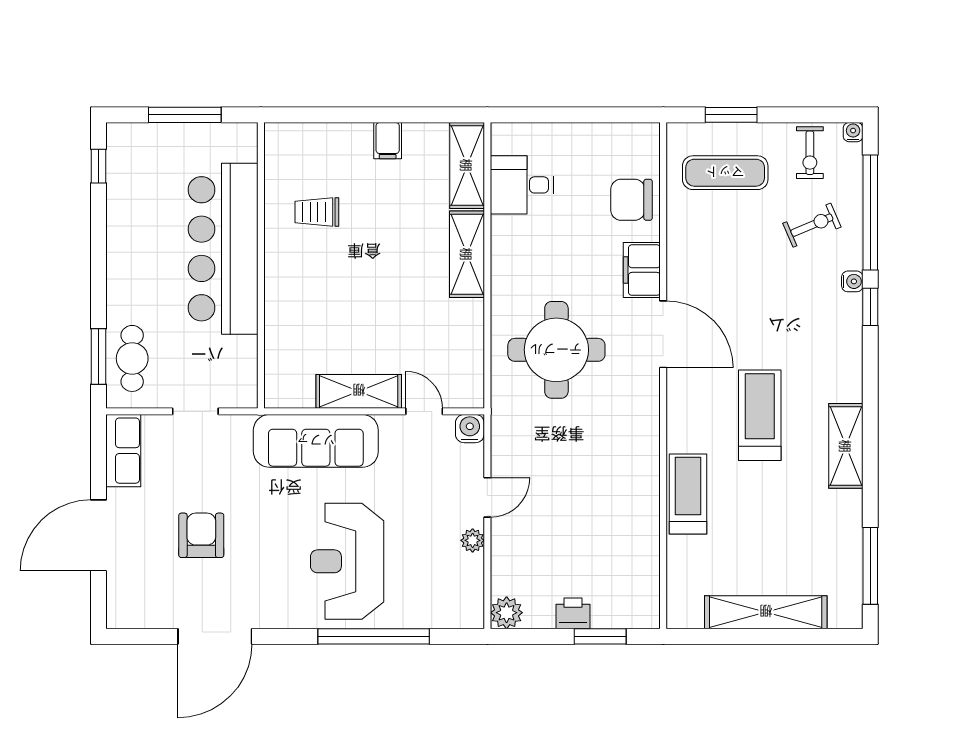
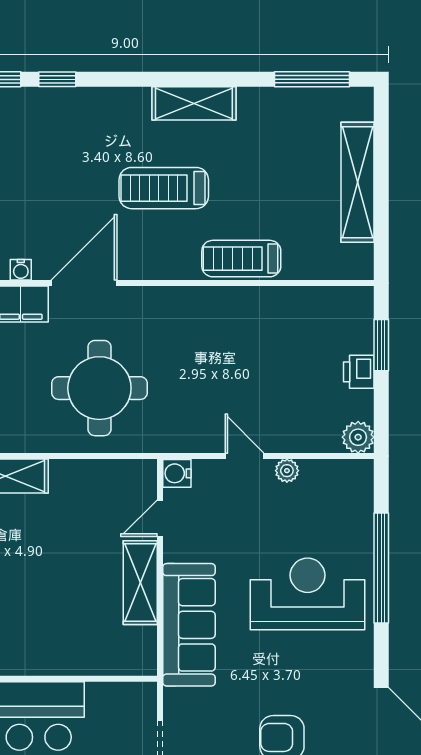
water cooler: (852, 281) -> (21, 270), moved, turned 180
reception desk: (347, 561) -> (308, 594), turned 180

